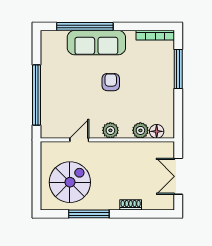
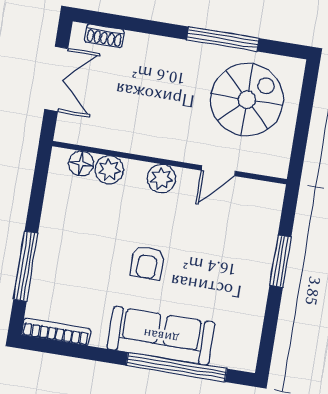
window: (37, 95) -> (280, 261), width x0.47
spiral stairs: (70, 182) -> (247, 100), turned 180
shoe rack: (131, 205) -> (104, 36), moved

